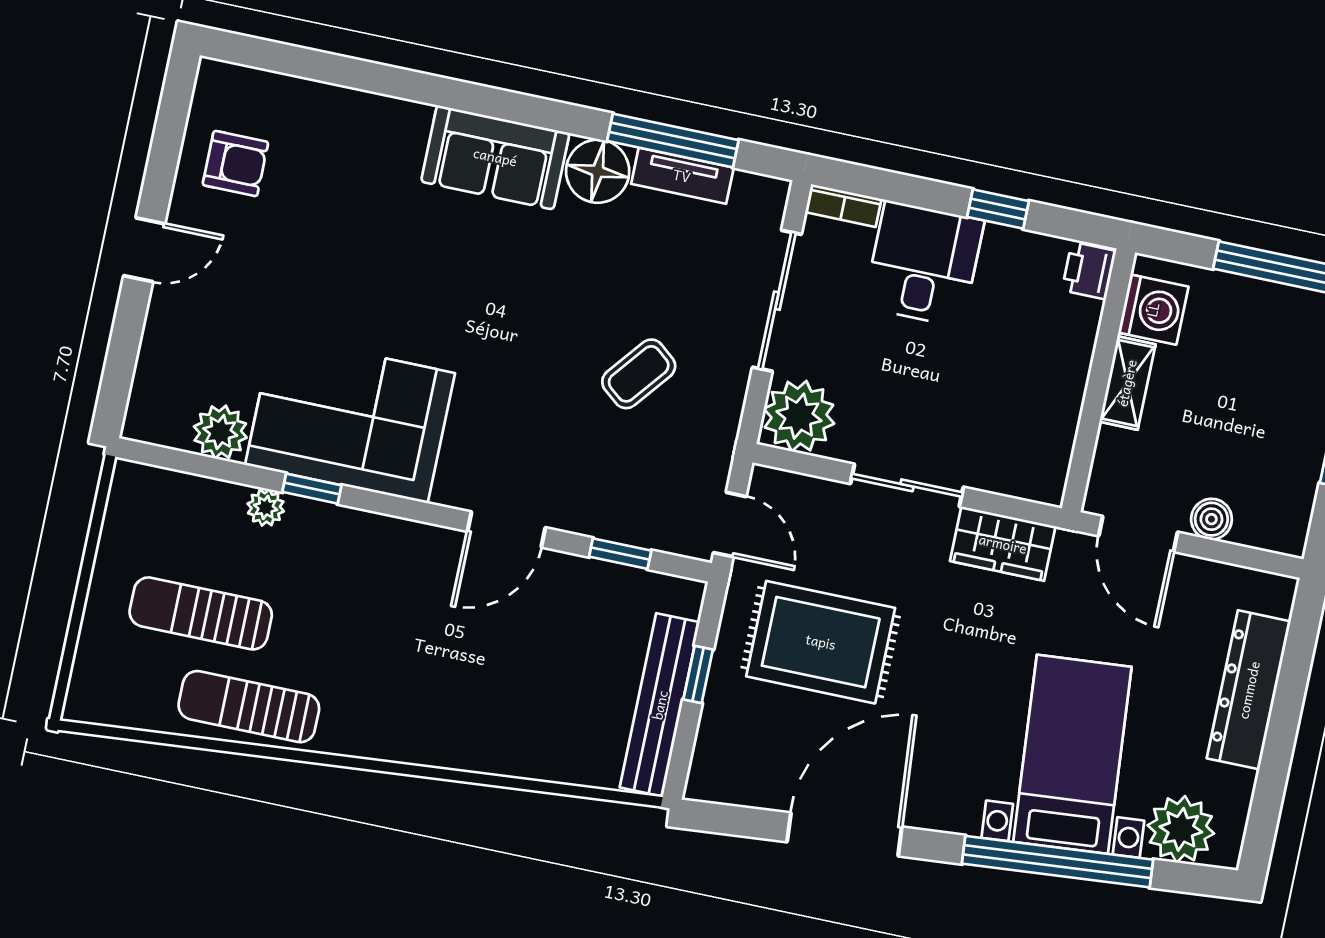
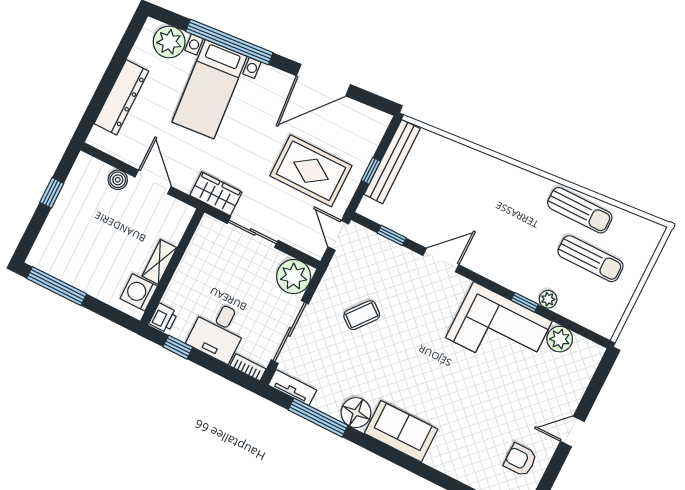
tv unit: (682, 176) -> (292, 388), moved
printer: (1089, 271) -> (163, 318), moved
washing machine: (1153, 310) -> (139, 292), moved
wall: (1098, 380) -> (172, 267), moved
shelving: (1127, 383) -> (159, 262), moved

